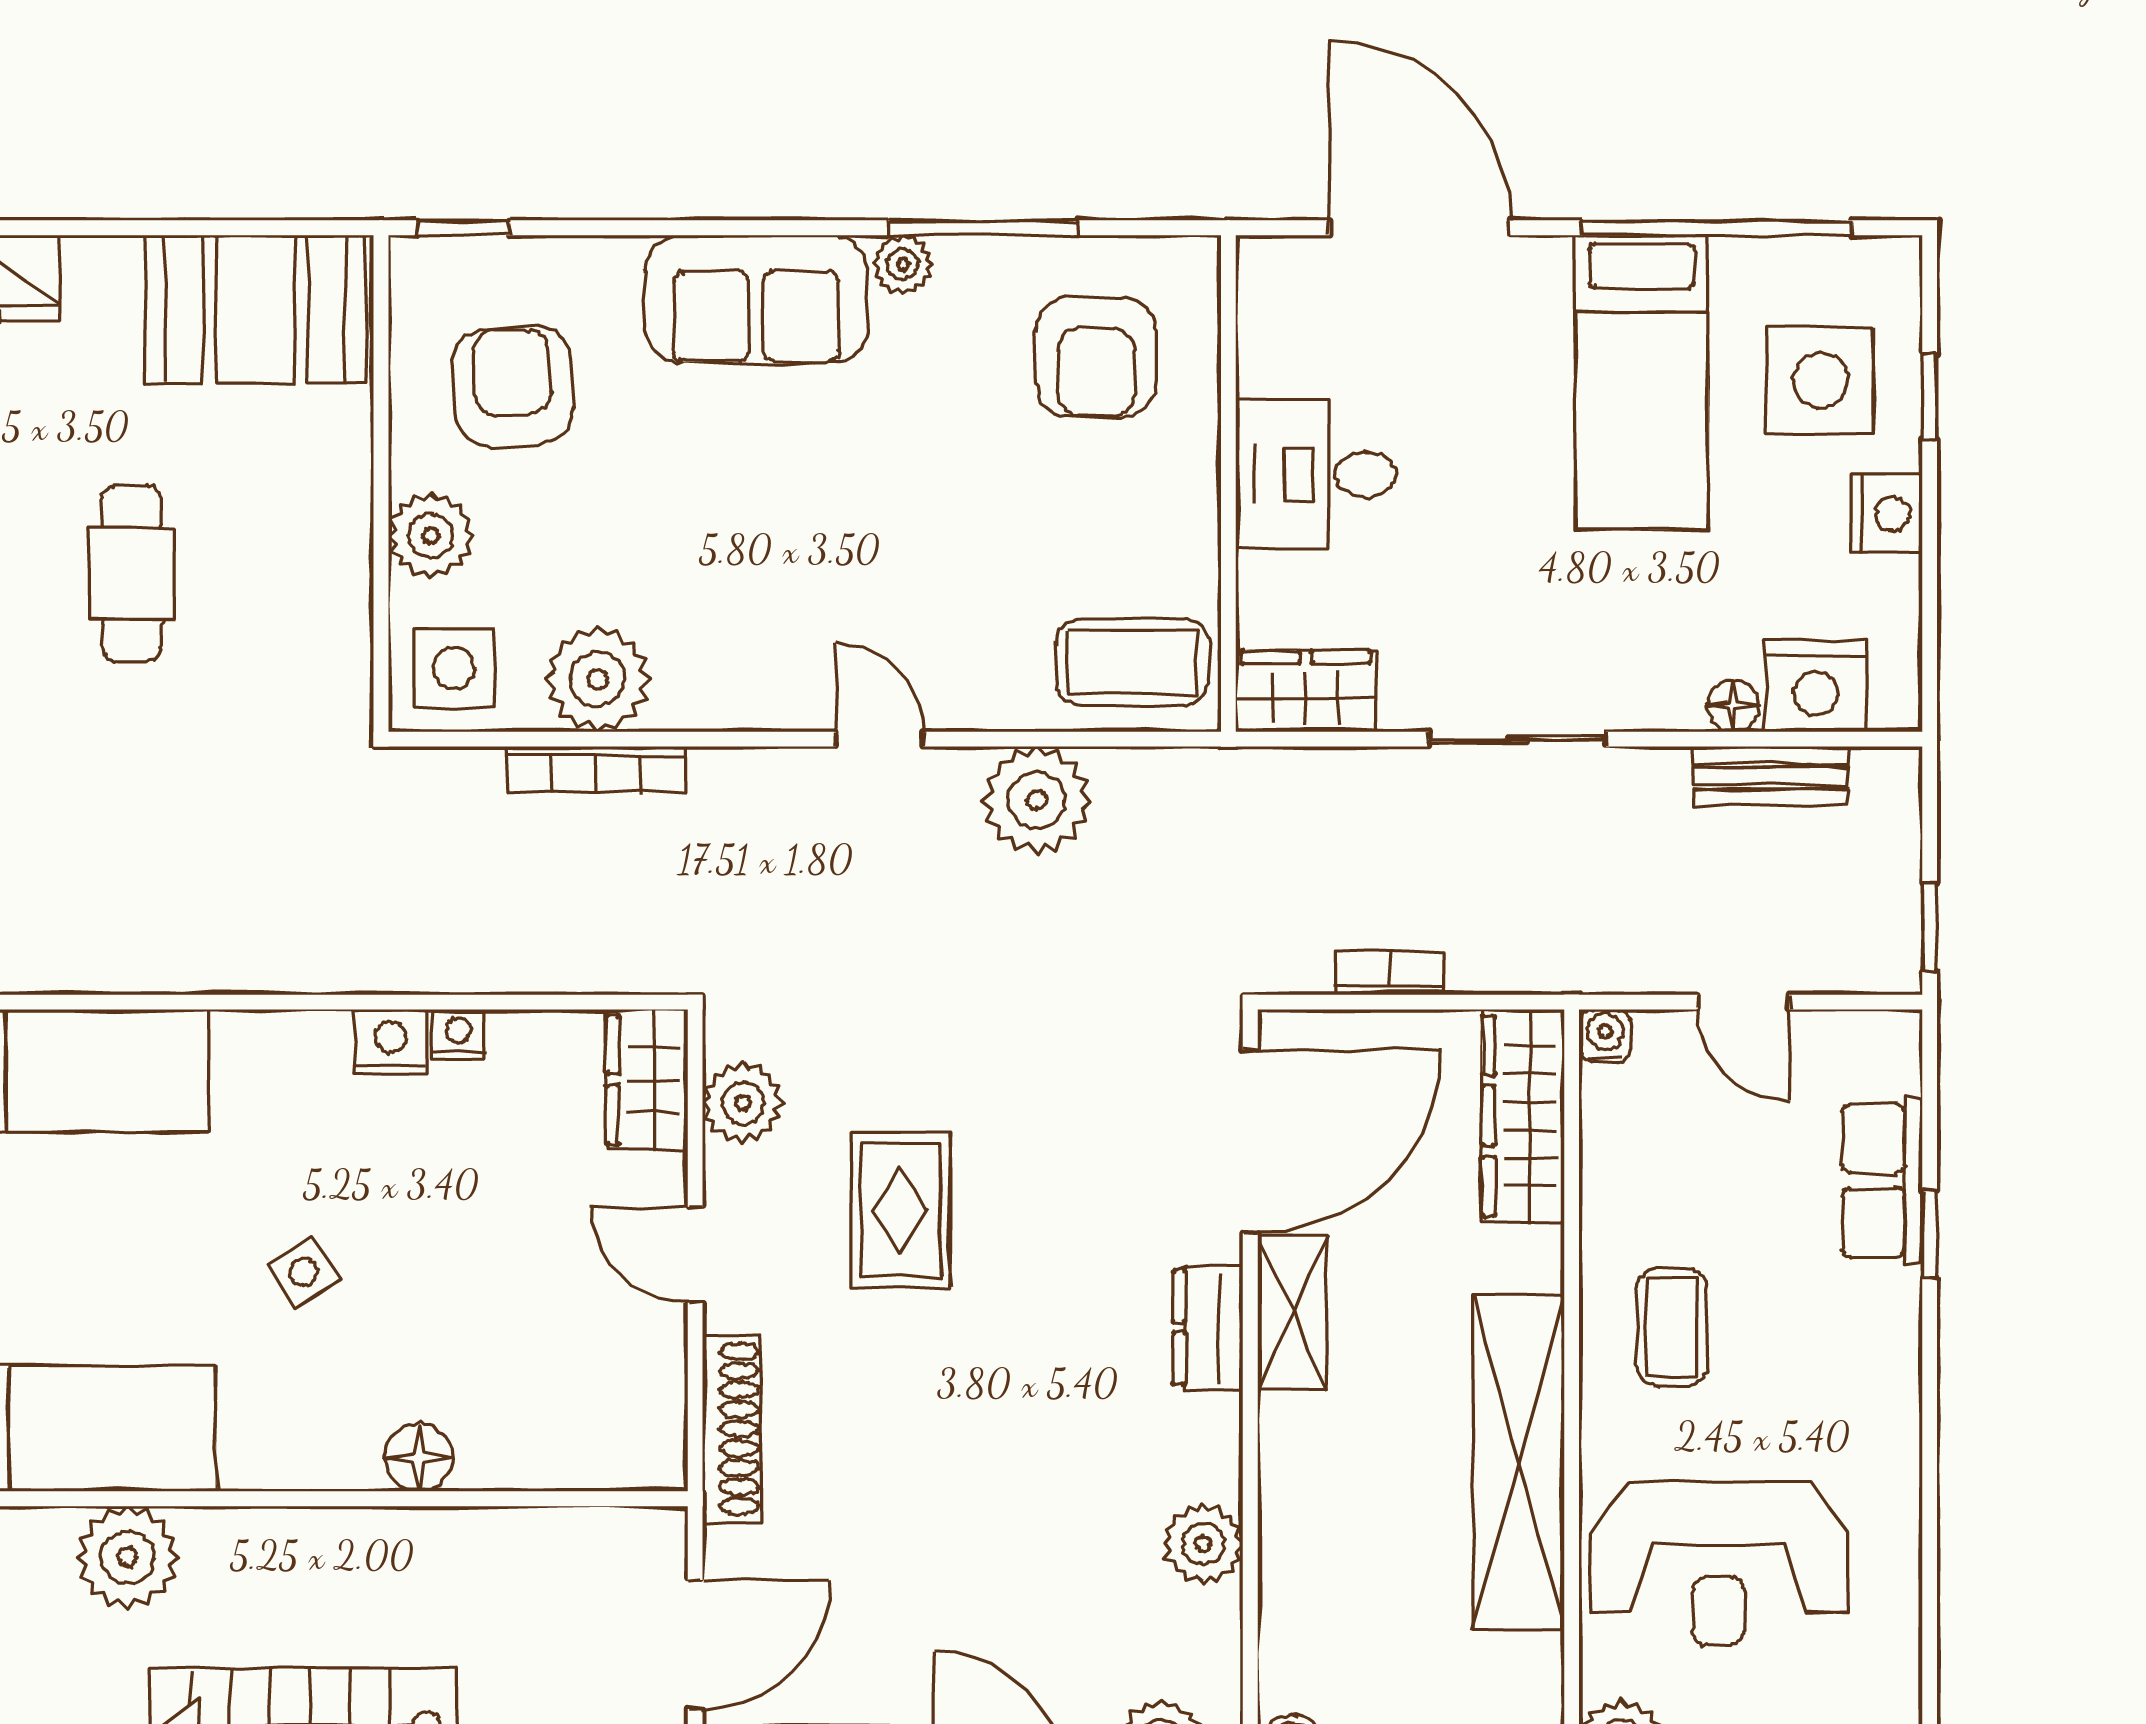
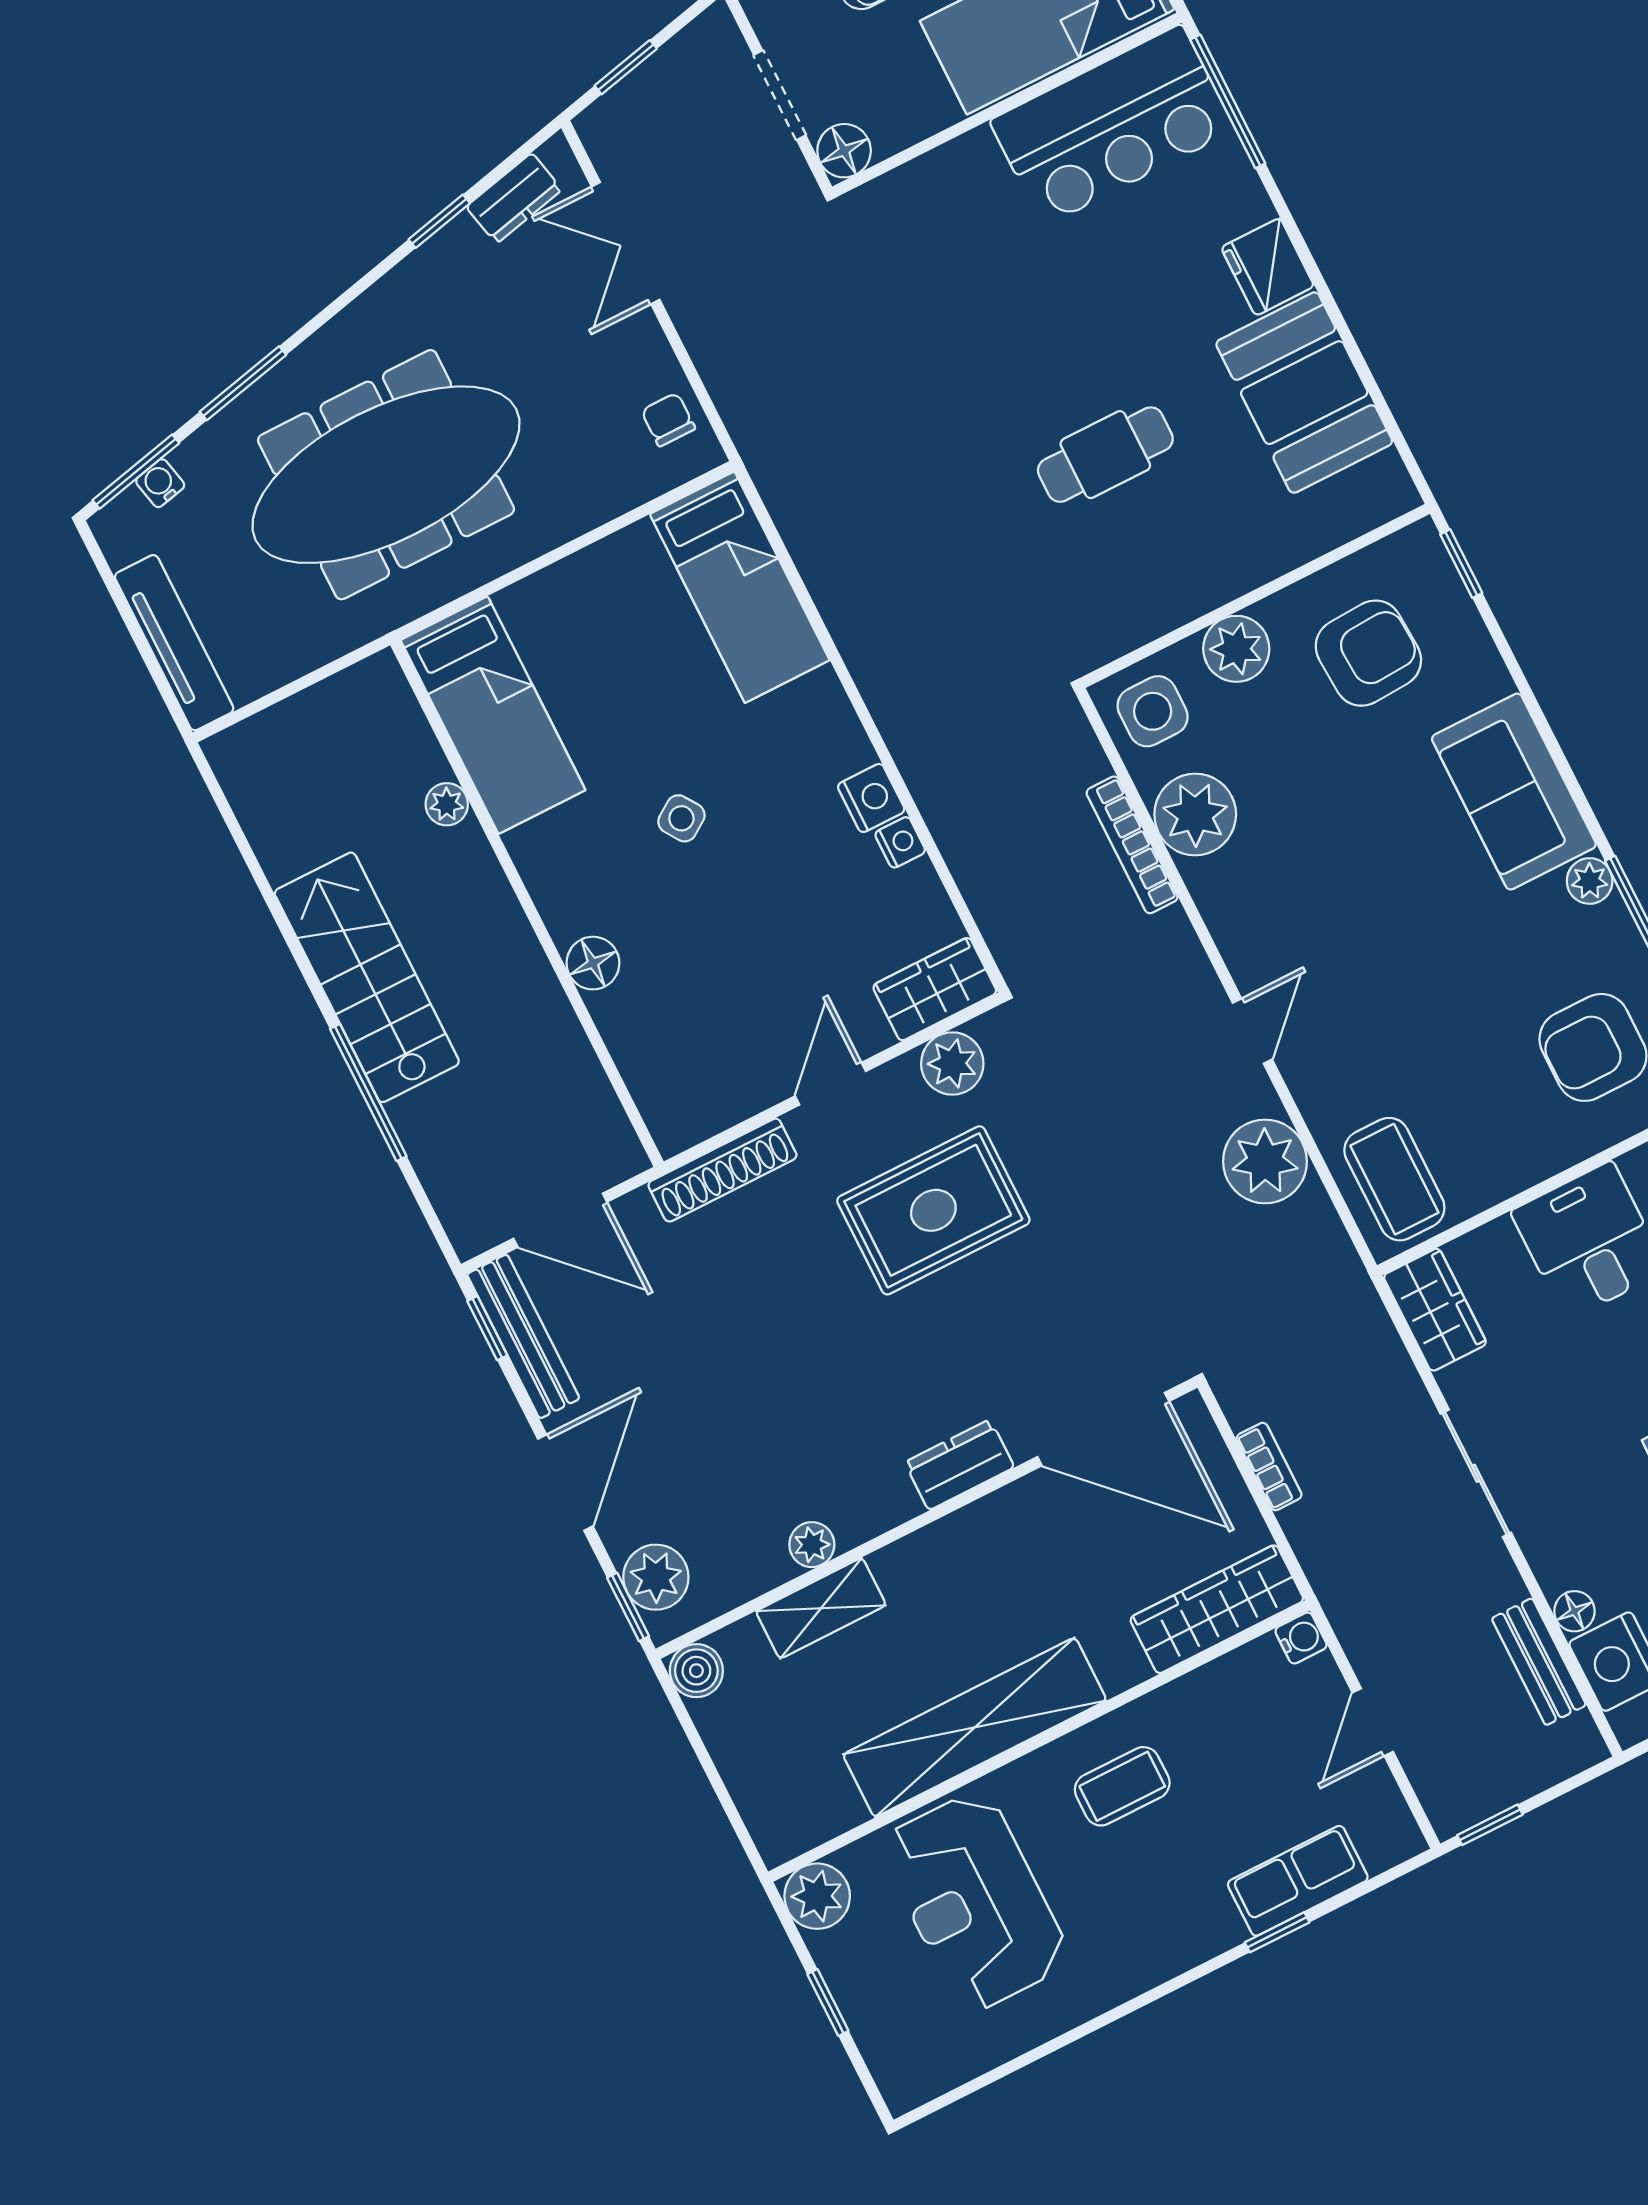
booth: (255, 309) -> (1304, 393), moved
rug: (900, 1210) -> (933, 1210), width x1.36, depth x1.43
shelving: (1292, 1312) -> (821, 1608), moved
plant: (1203, 1544) -> (812, 1545), width x0.73, depth x0.73
plant: (127, 1557) -> (447, 804), width x0.53, depth x0.53

